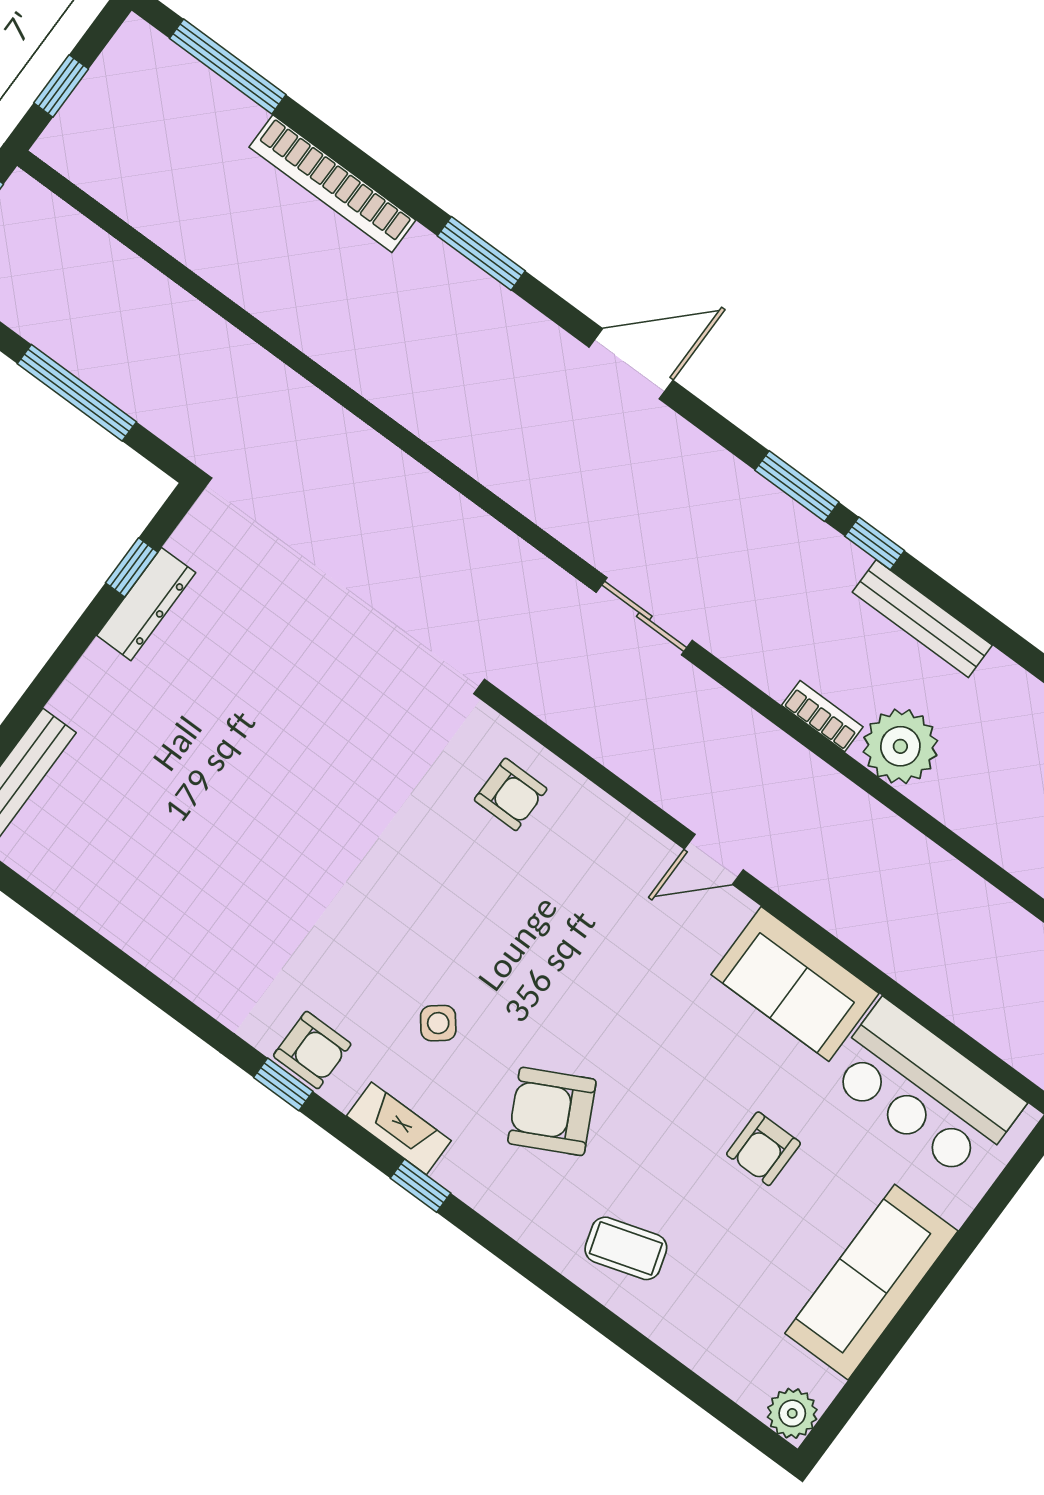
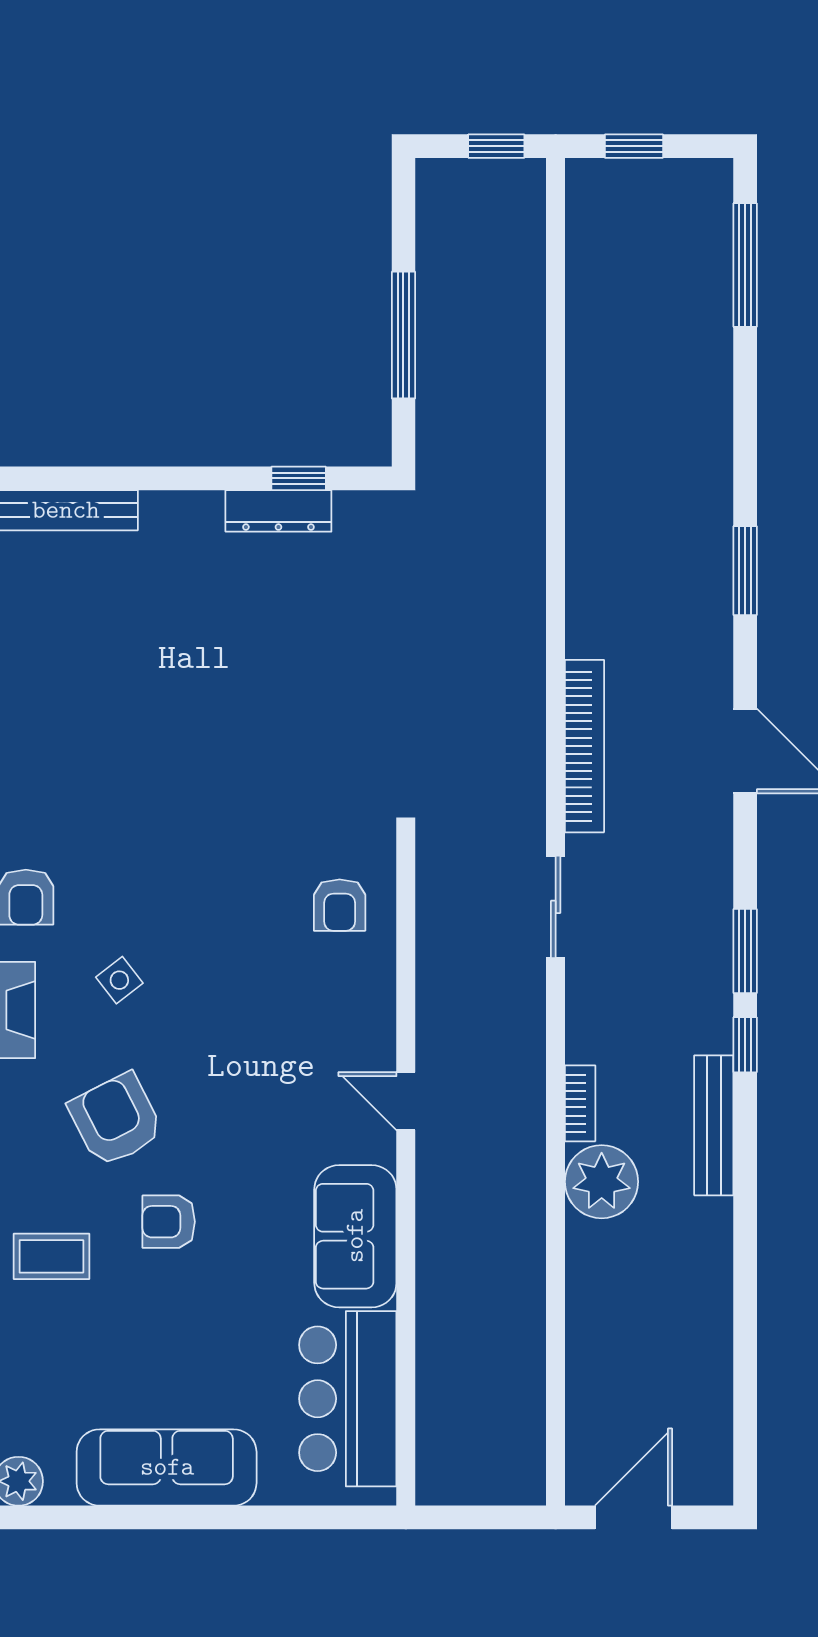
bookcase: (332, 184) -> (585, 746), moved, turned 180
armchair: (763, 1149) -> (169, 1222), moved
coffee table: (626, 1248) -> (51, 1256), turned -73

